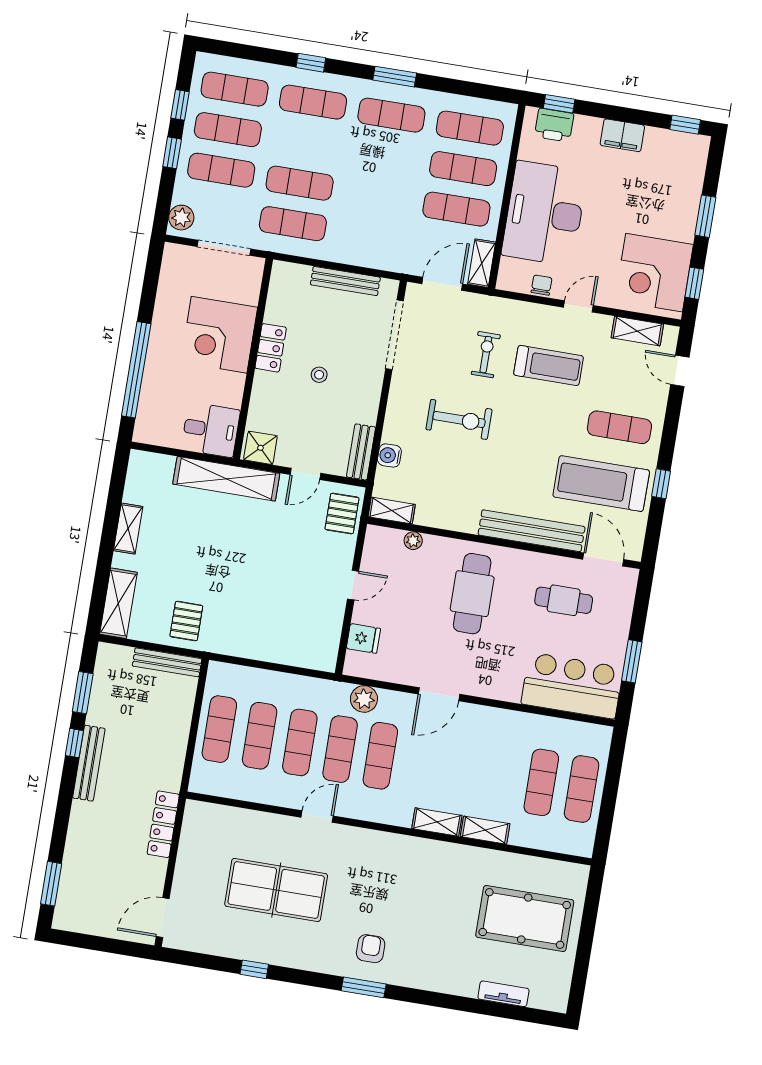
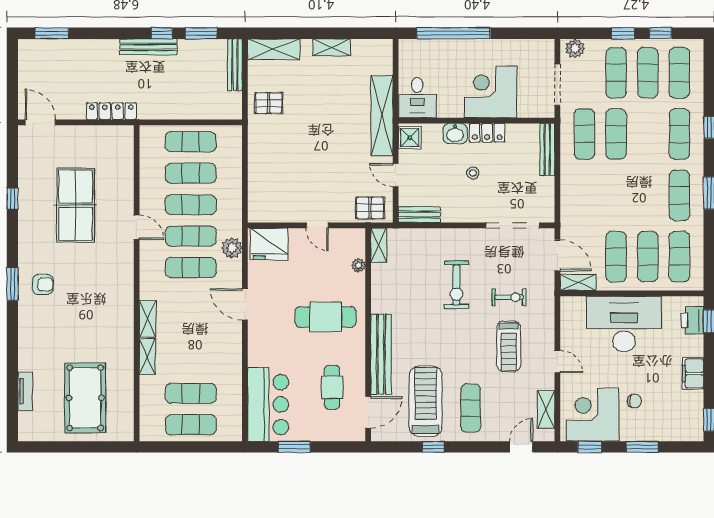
bench: (345, 281) -> (547, 149), moved
chair: (542, 285) -> (634, 401), moved
washbasin: (265, 389) -> (455, 134), added
water cooler: (389, 455) -> (420, 237), removed
fridge: (363, 638) -> (269, 244), width x1.88, depth x1.34
bench: (167, 662) -> (235, 65), moved

